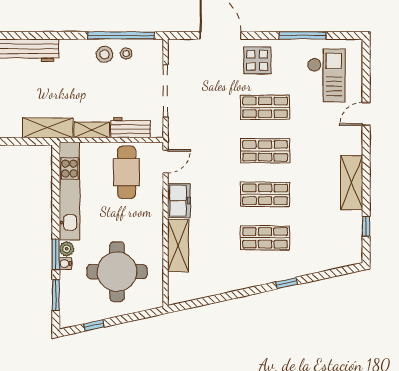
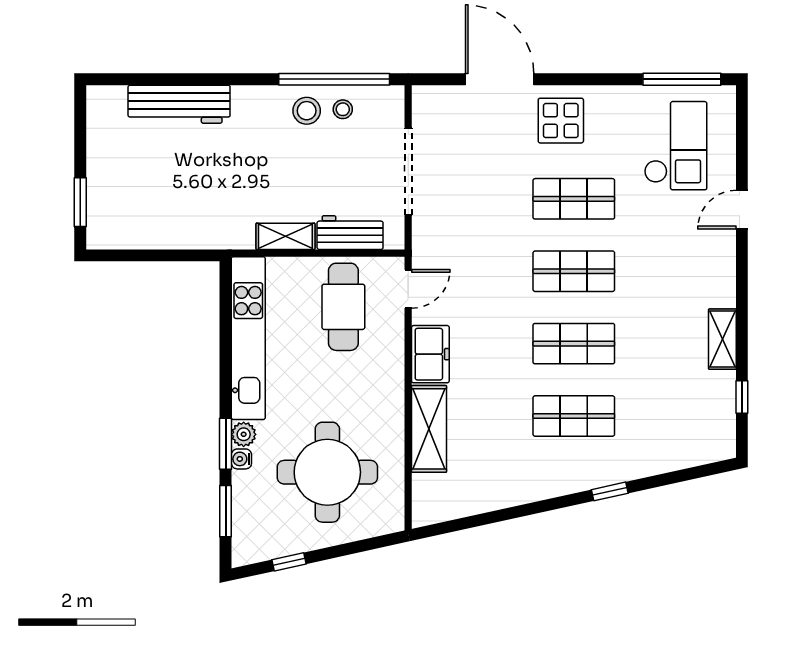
window: (303, 35) -> (682, 79), moved
shelving: (48, 128) -> (212, 233), removed
shelving: (352, 183) -> (722, 339), width x0.67, depth x0.75

